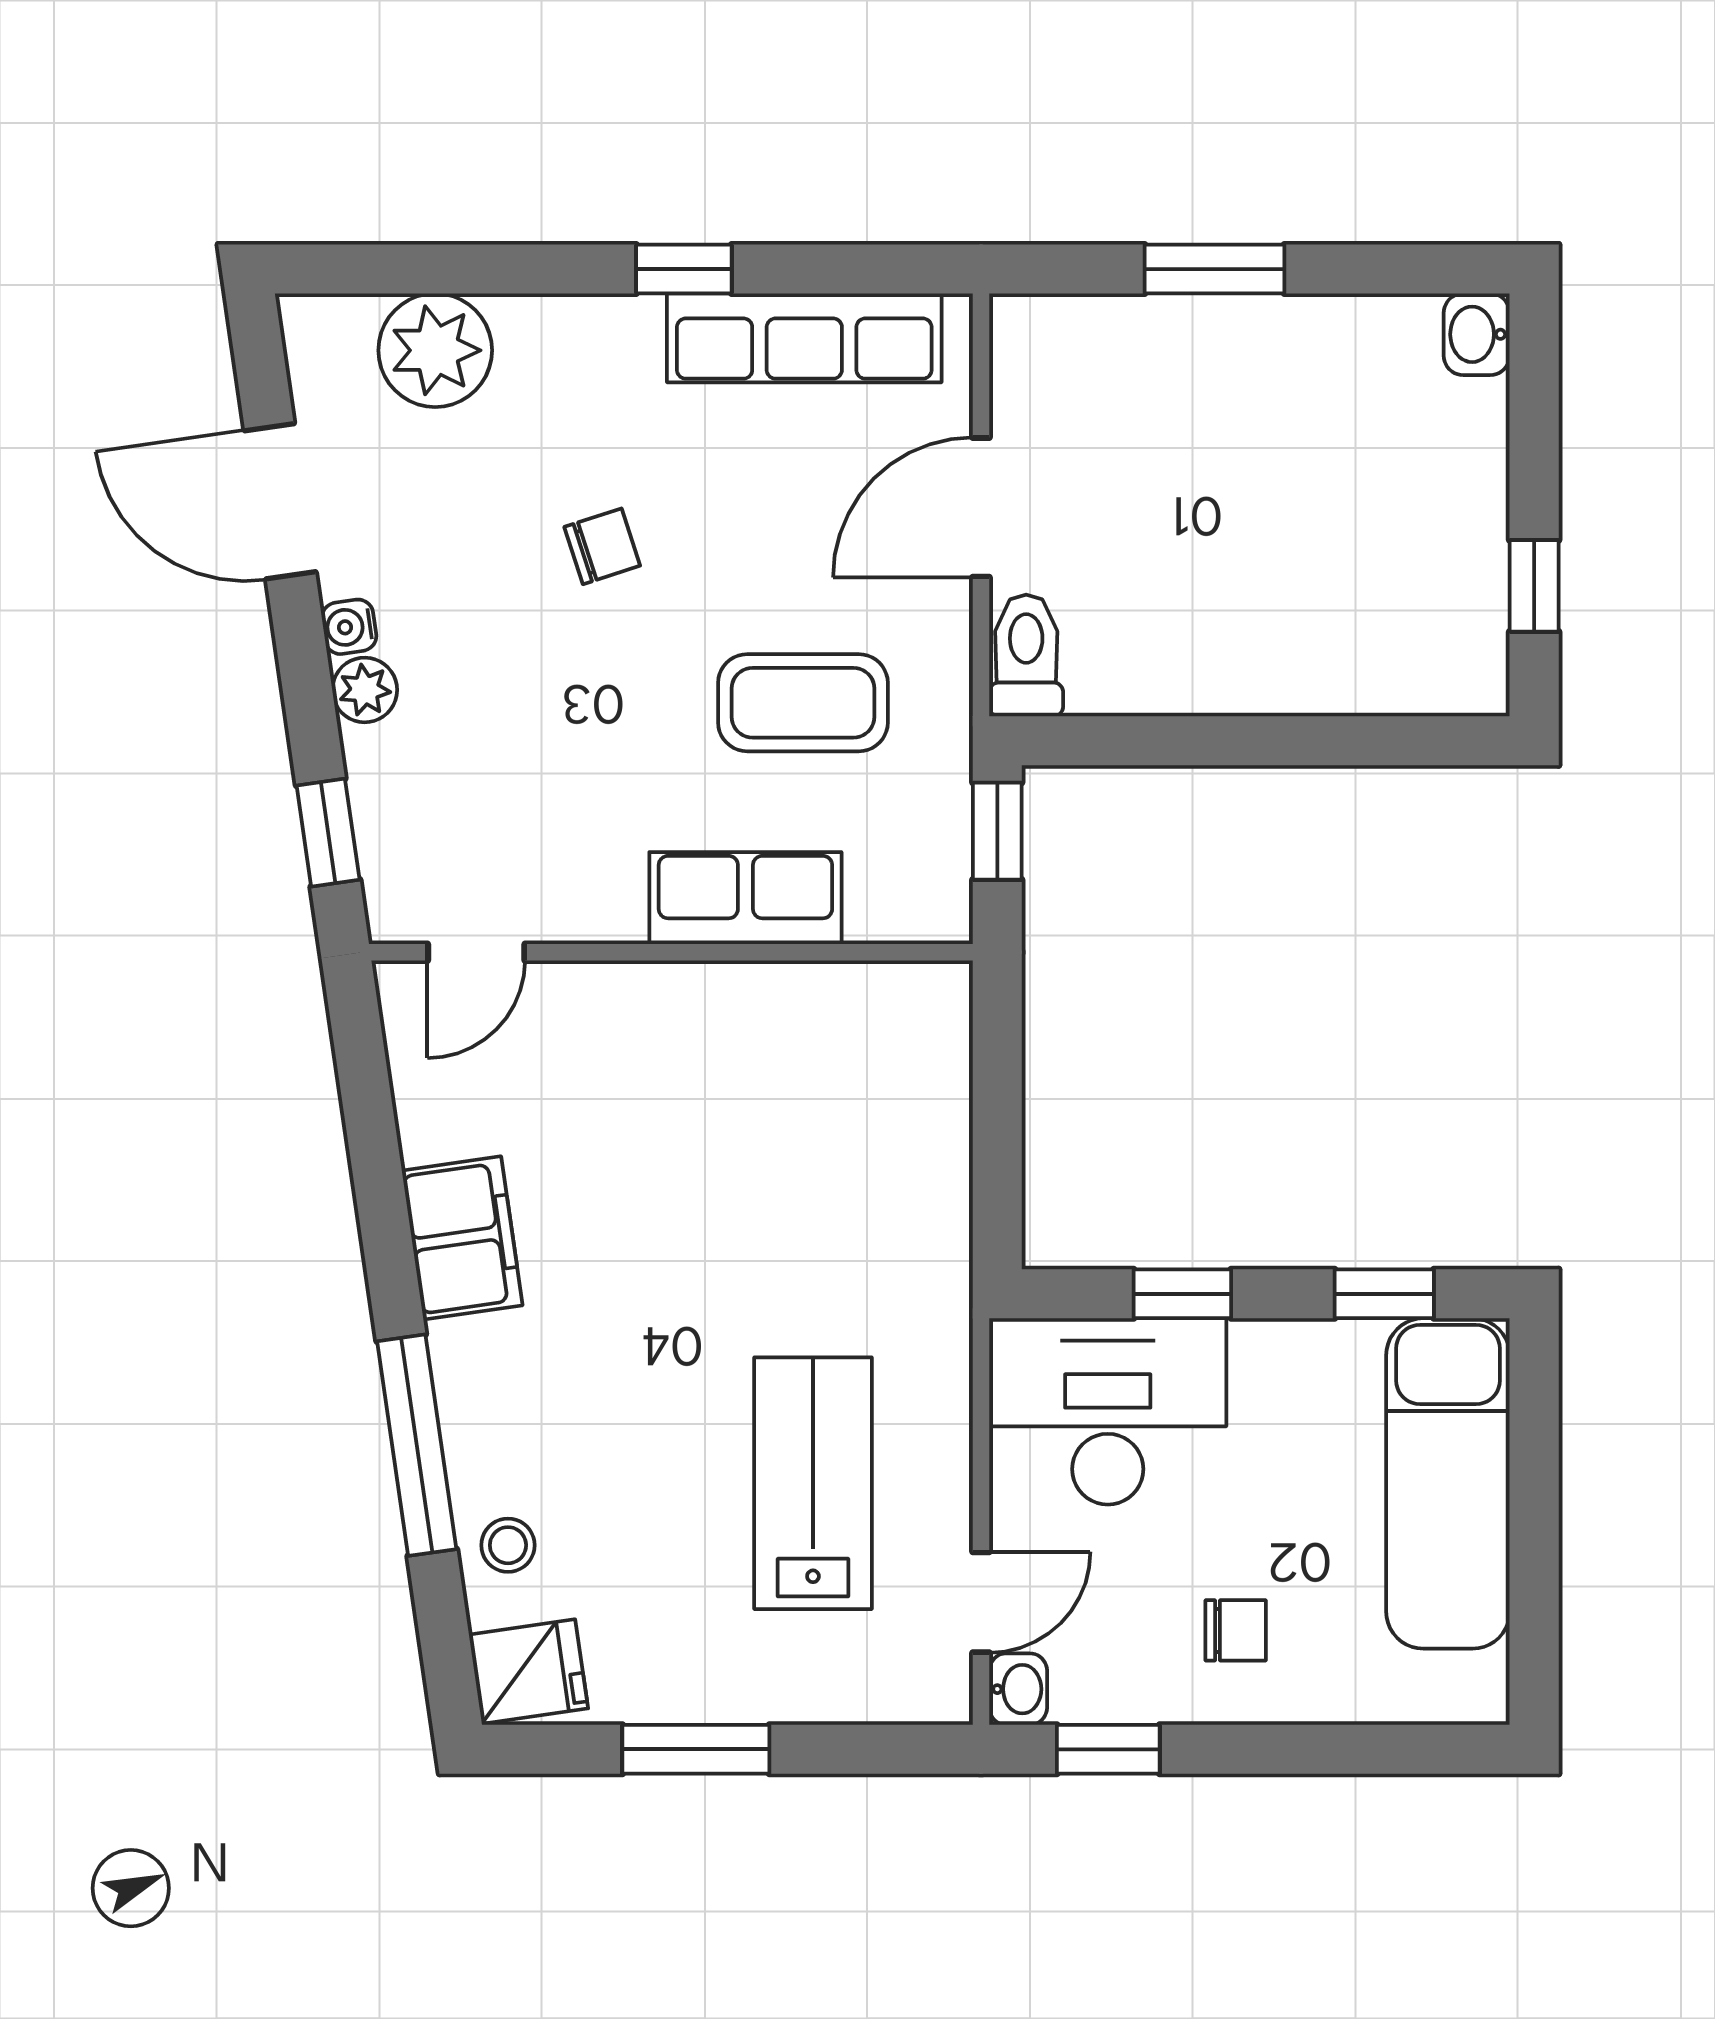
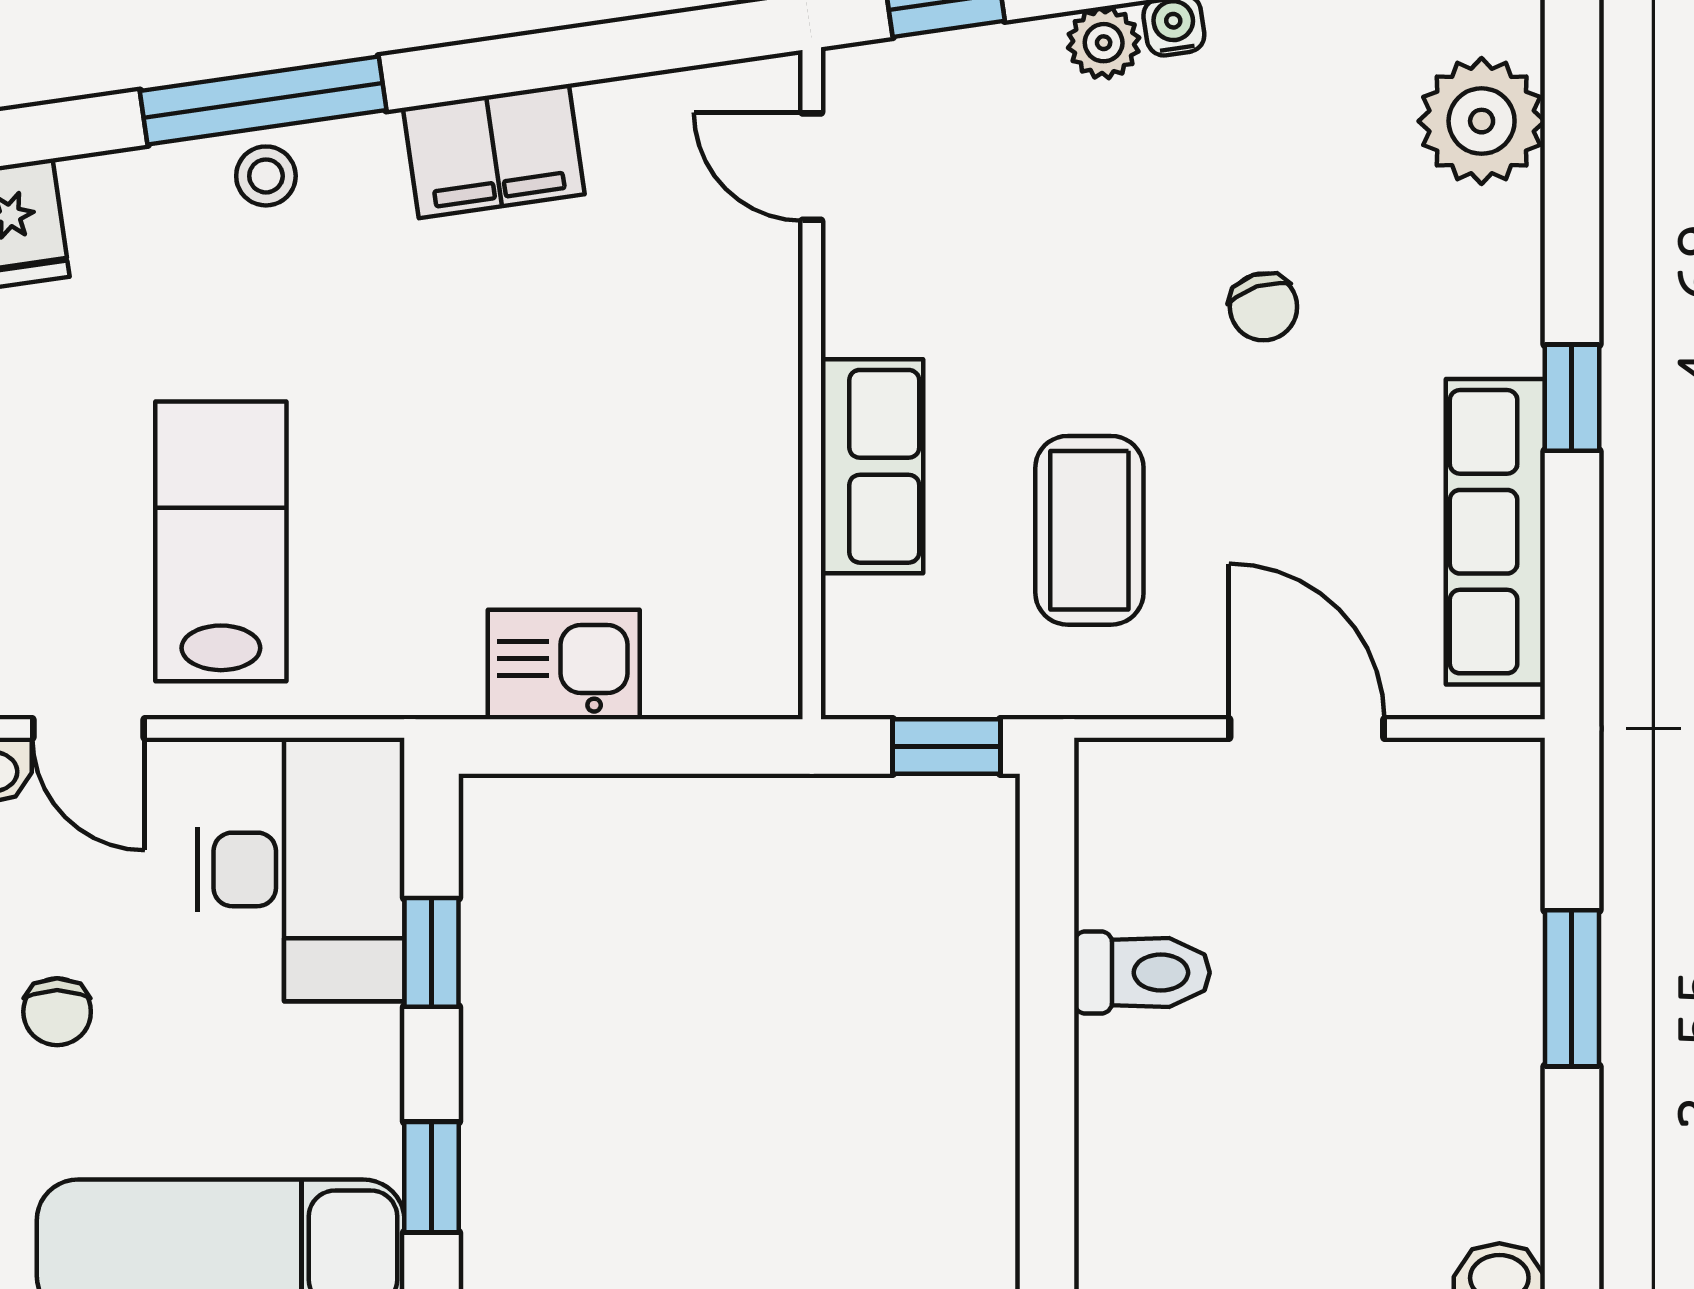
toilet: (1026, 655) -> (1142, 973), moved
kitchen sink: (924, 1175) -> (564, 664), added
lab bench: (813, 1483) -> (221, 541), turned -90
stool: (508, 1545) -> (266, 176), moved

